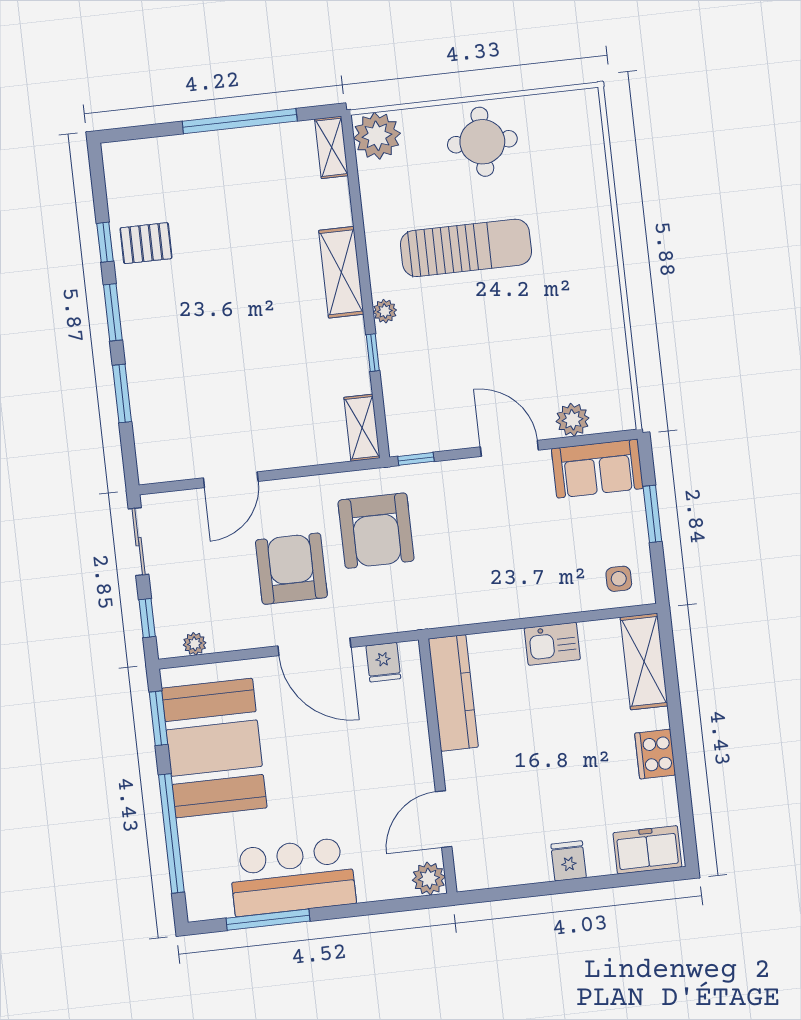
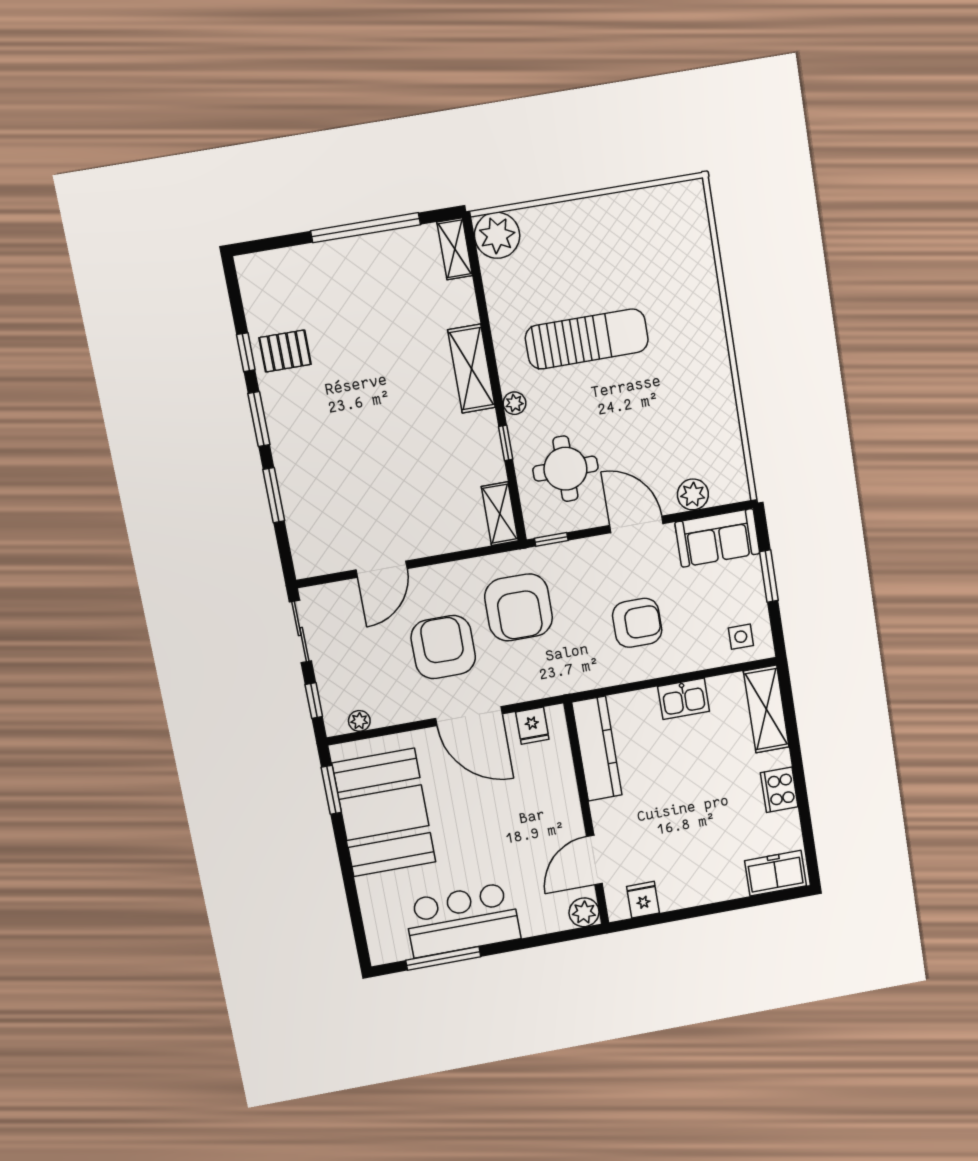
round table: (482, 142) -> (565, 469), moved
armchair: (505, 556) -> (637, 623), added
window: (171, 833) -> (351, 890), removed
fridge: (569, 861) -> (643, 900), moved

